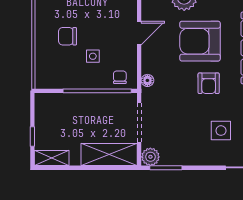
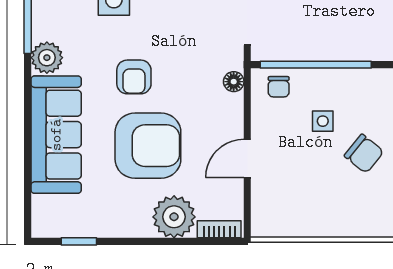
chair: (68, 36) -> (364, 154), turned 39
armchair: (209, 83) -> (134, 77), turned 180

